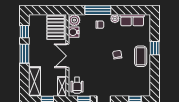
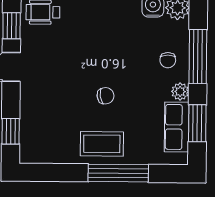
window: (130, 10) -> (197, 123), added
window: (155, 48) -> (118, 173), width x2.17

